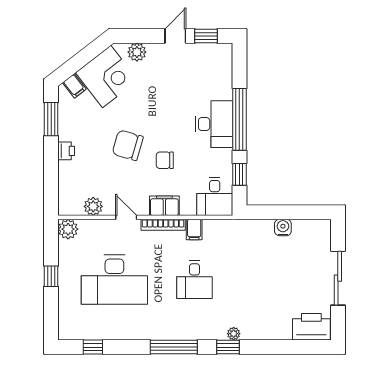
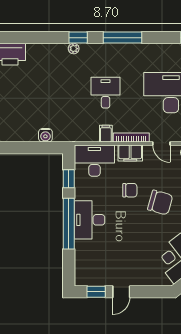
plant: (137, 52) -> (153, 279), removed
desk: (215, 196) -> (94, 161), width x1.37
water cooler: (283, 227) -> (45, 135), moved

